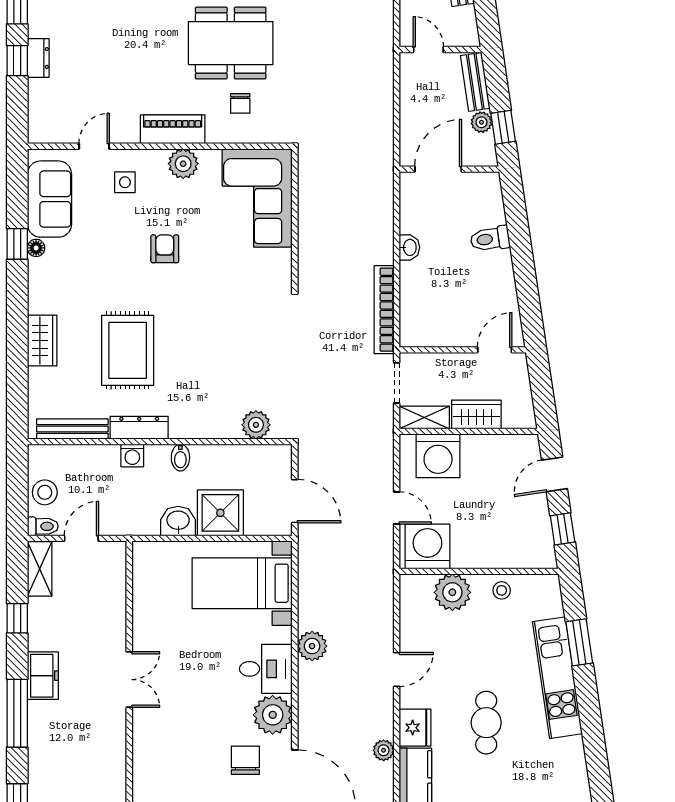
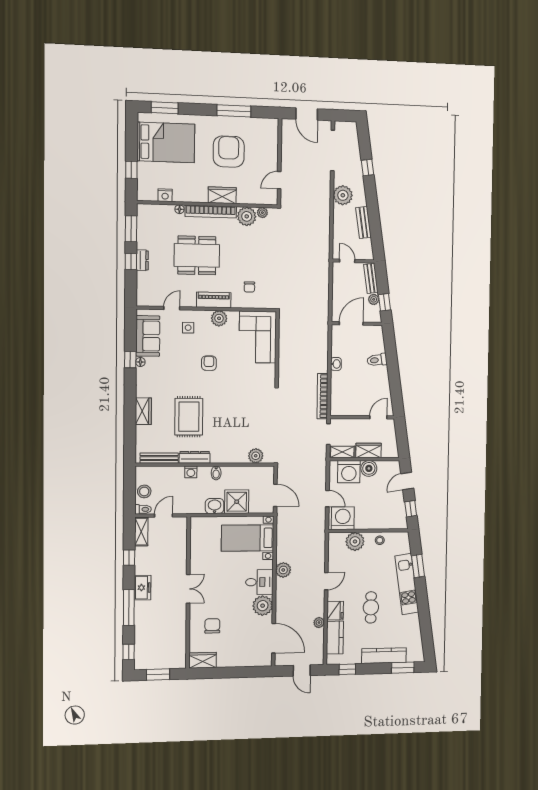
dining table: (231, 43) -> (197, 255), moved
boiler: (478, 450) -> (369, 468), added
chair: (245, 760) -> (212, 626), moved

